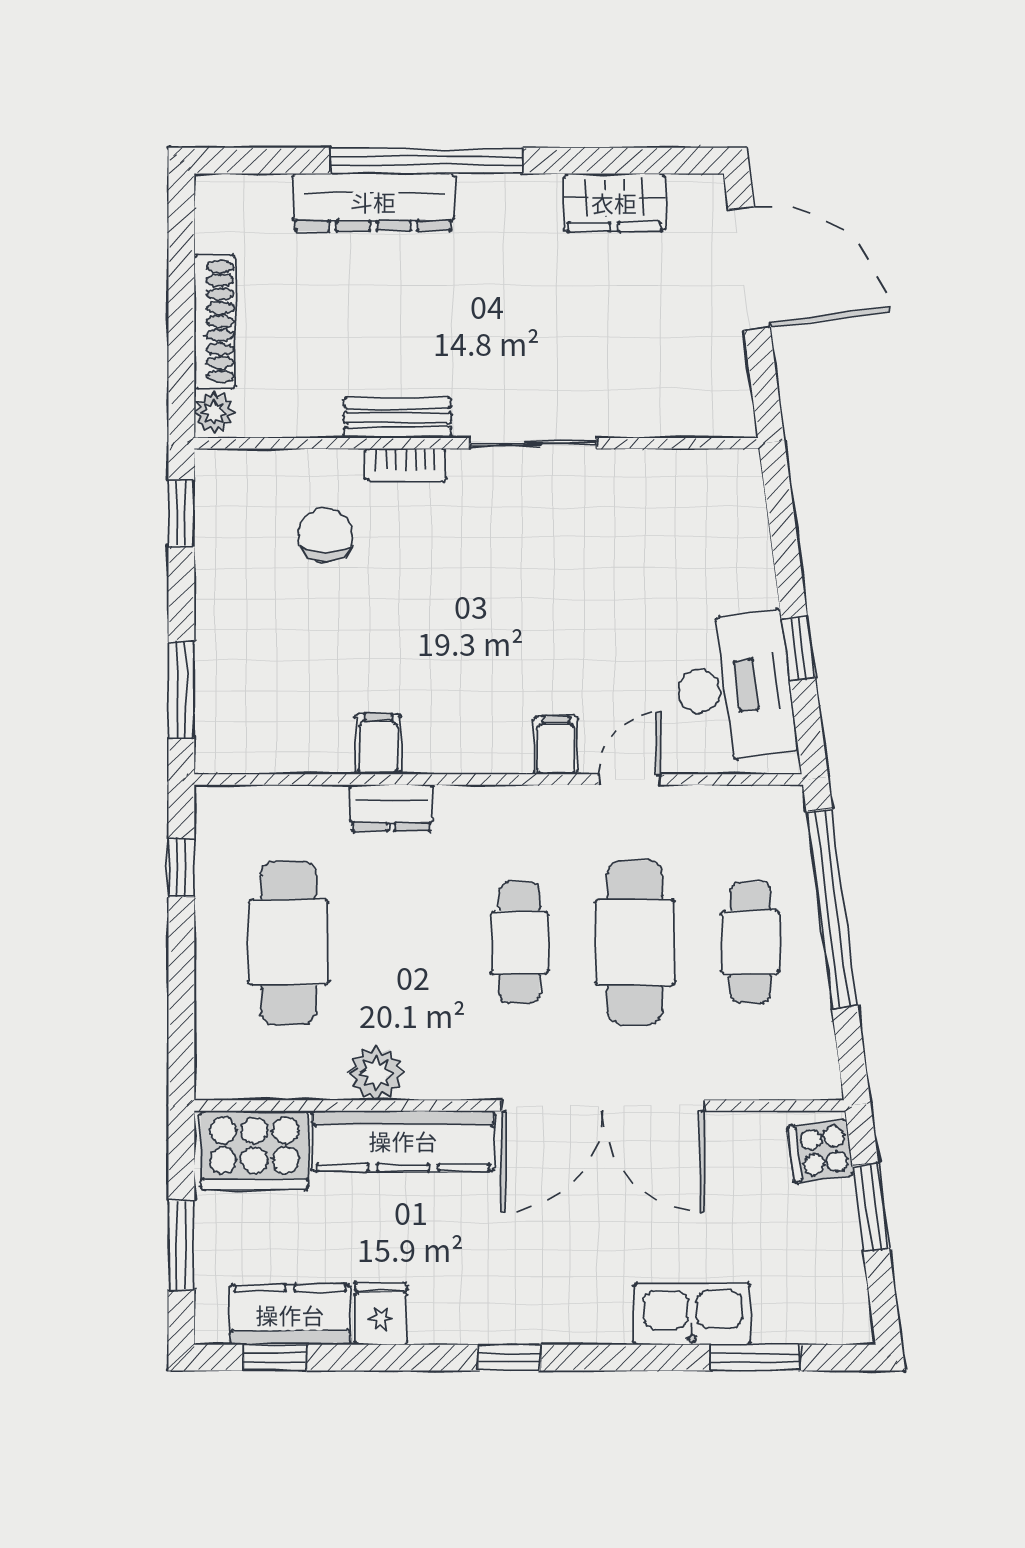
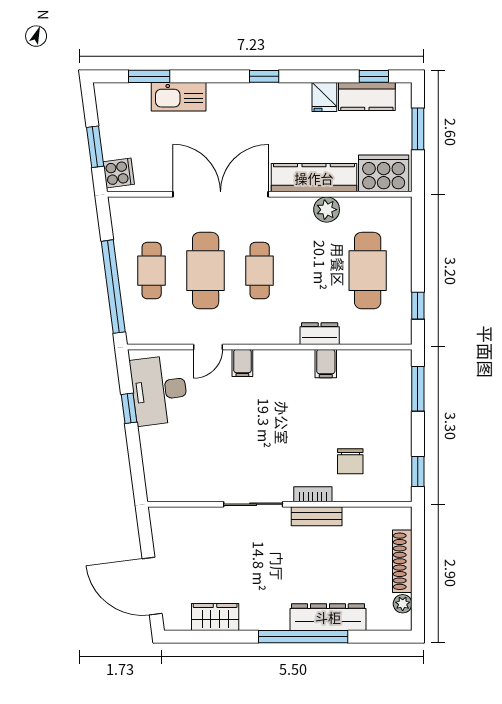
plant: (214, 412) -> (403, 604), moved

